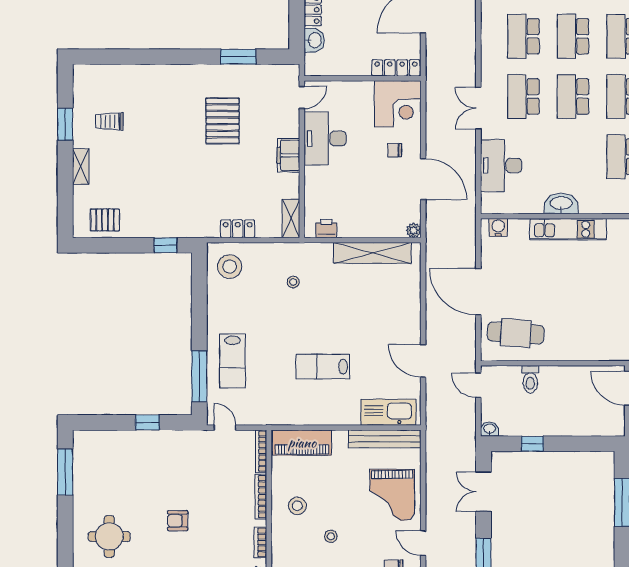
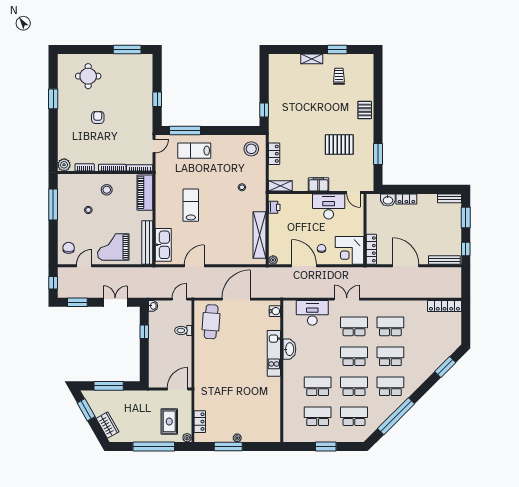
door: (423, 179) -> (304, 266), swing flipped
pallet: (105, 220) -> (365, 110), moved

